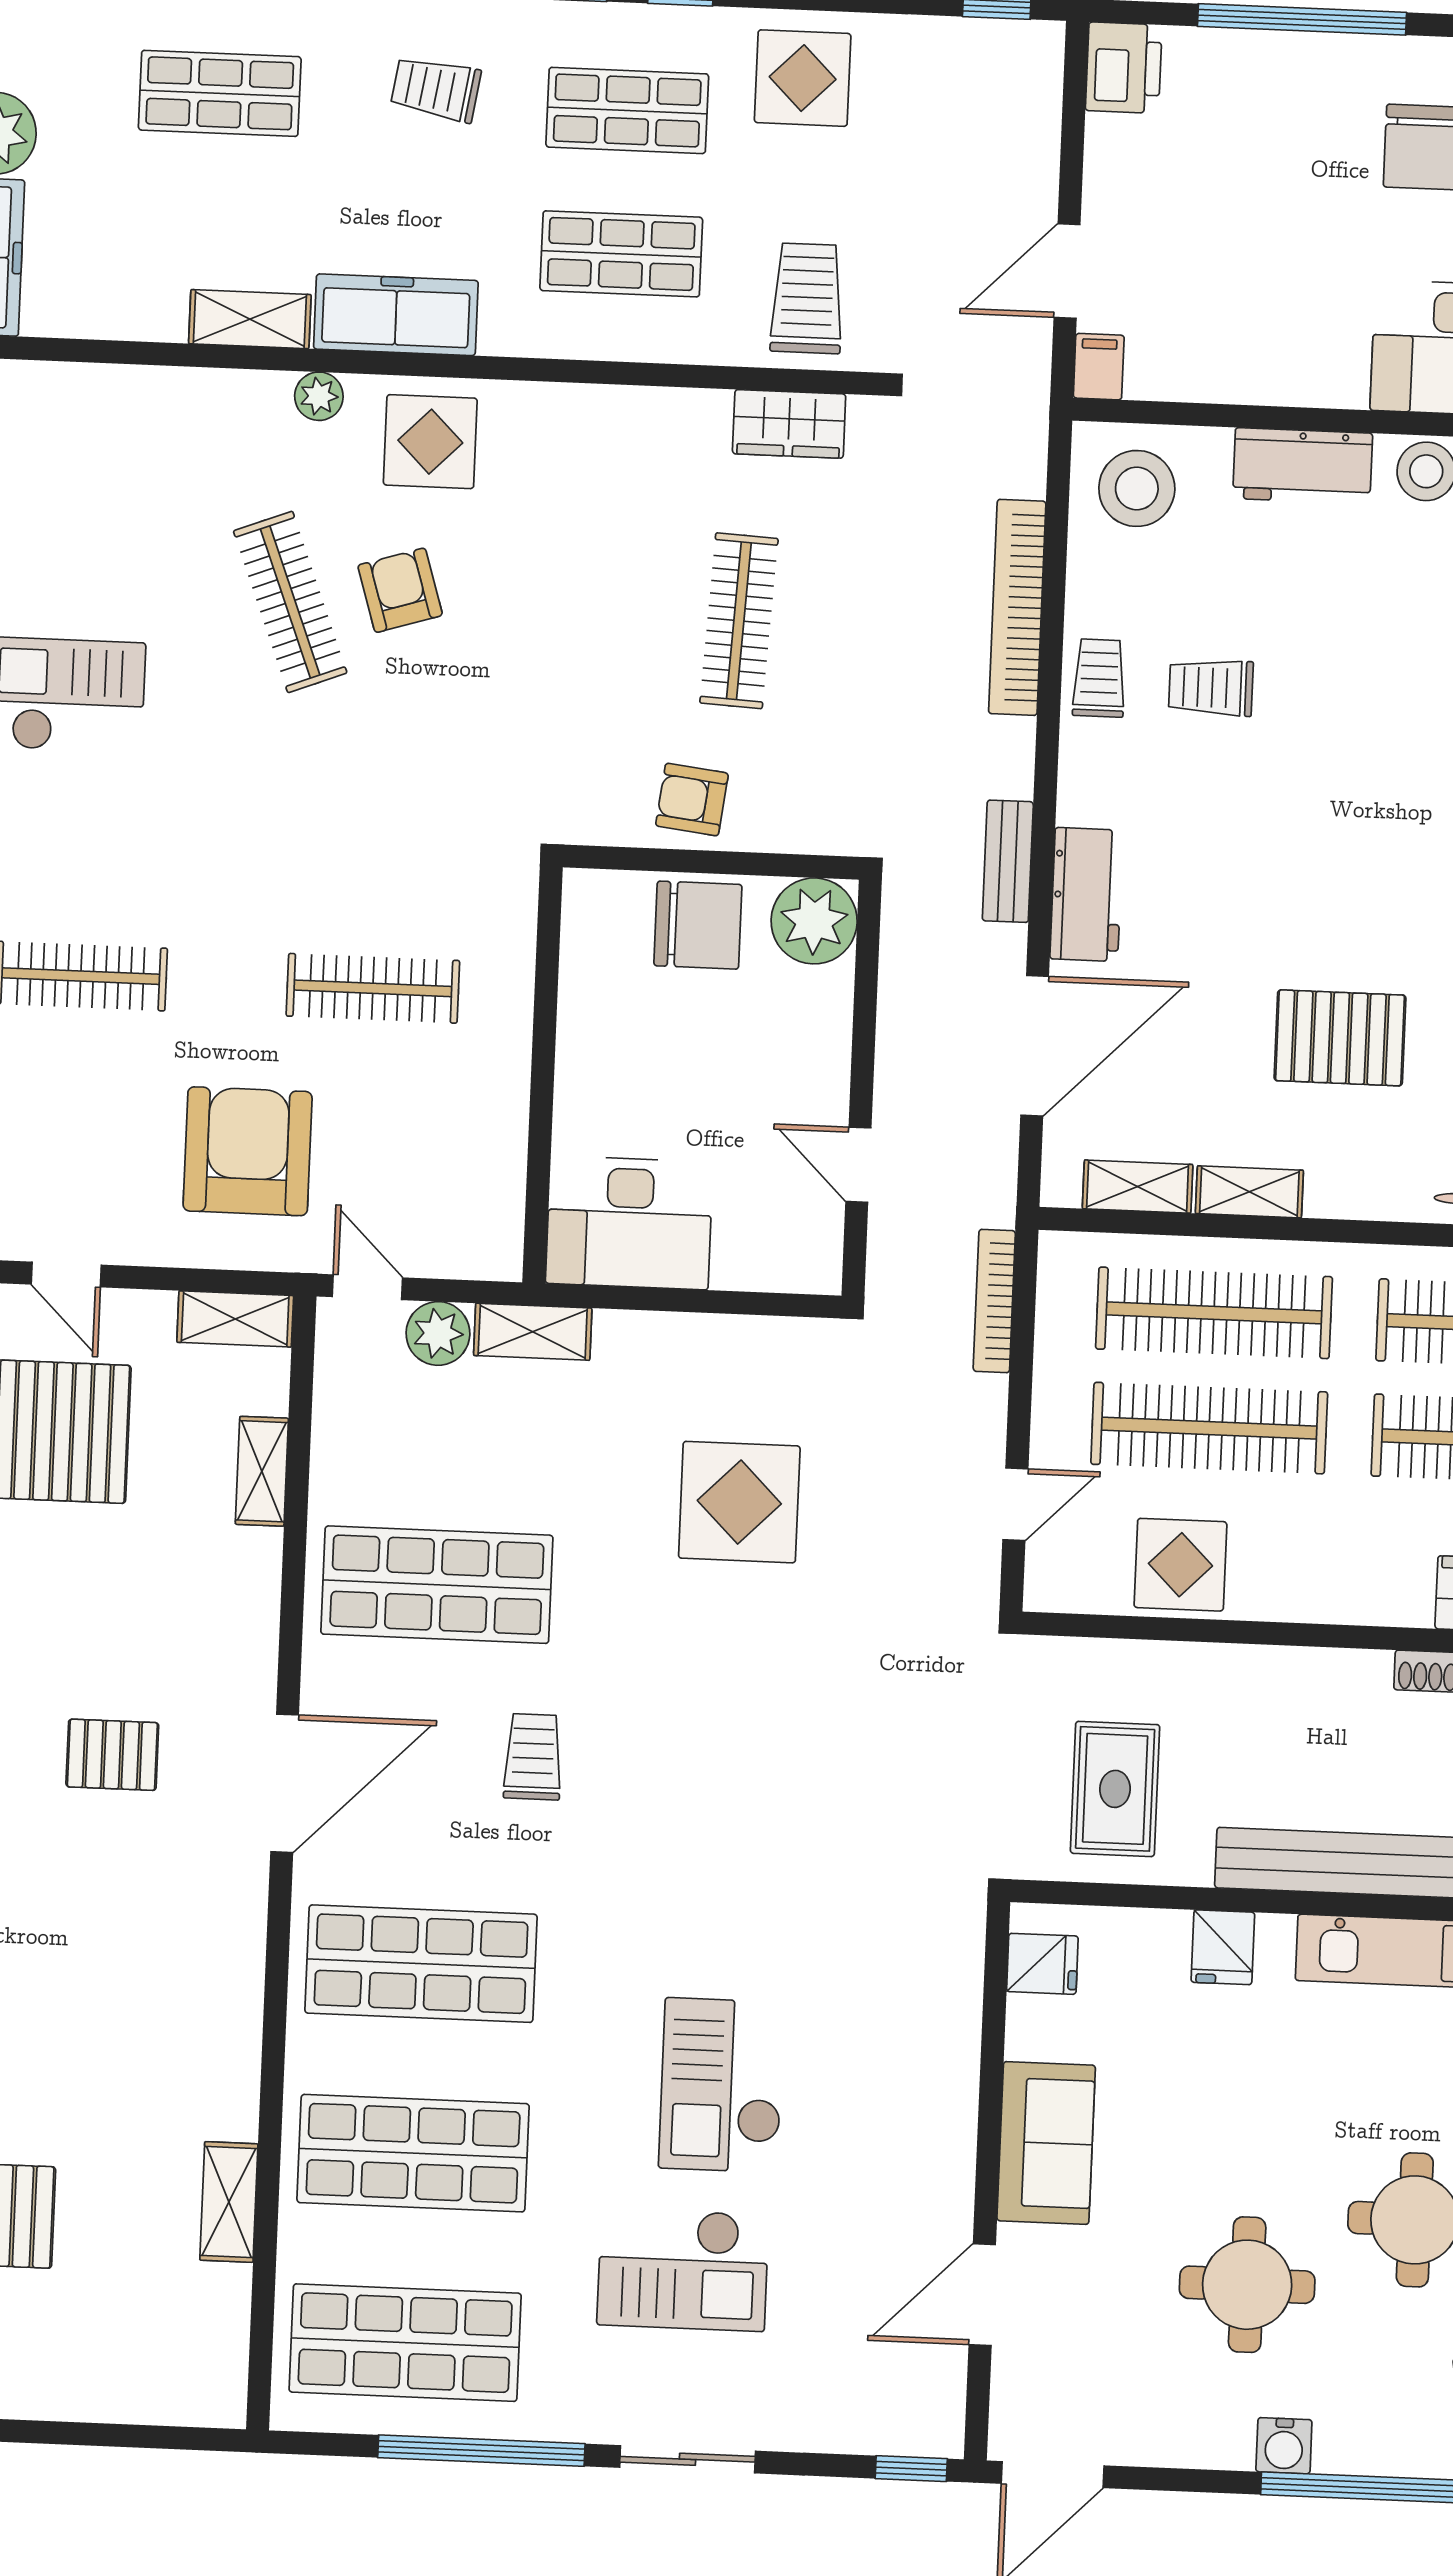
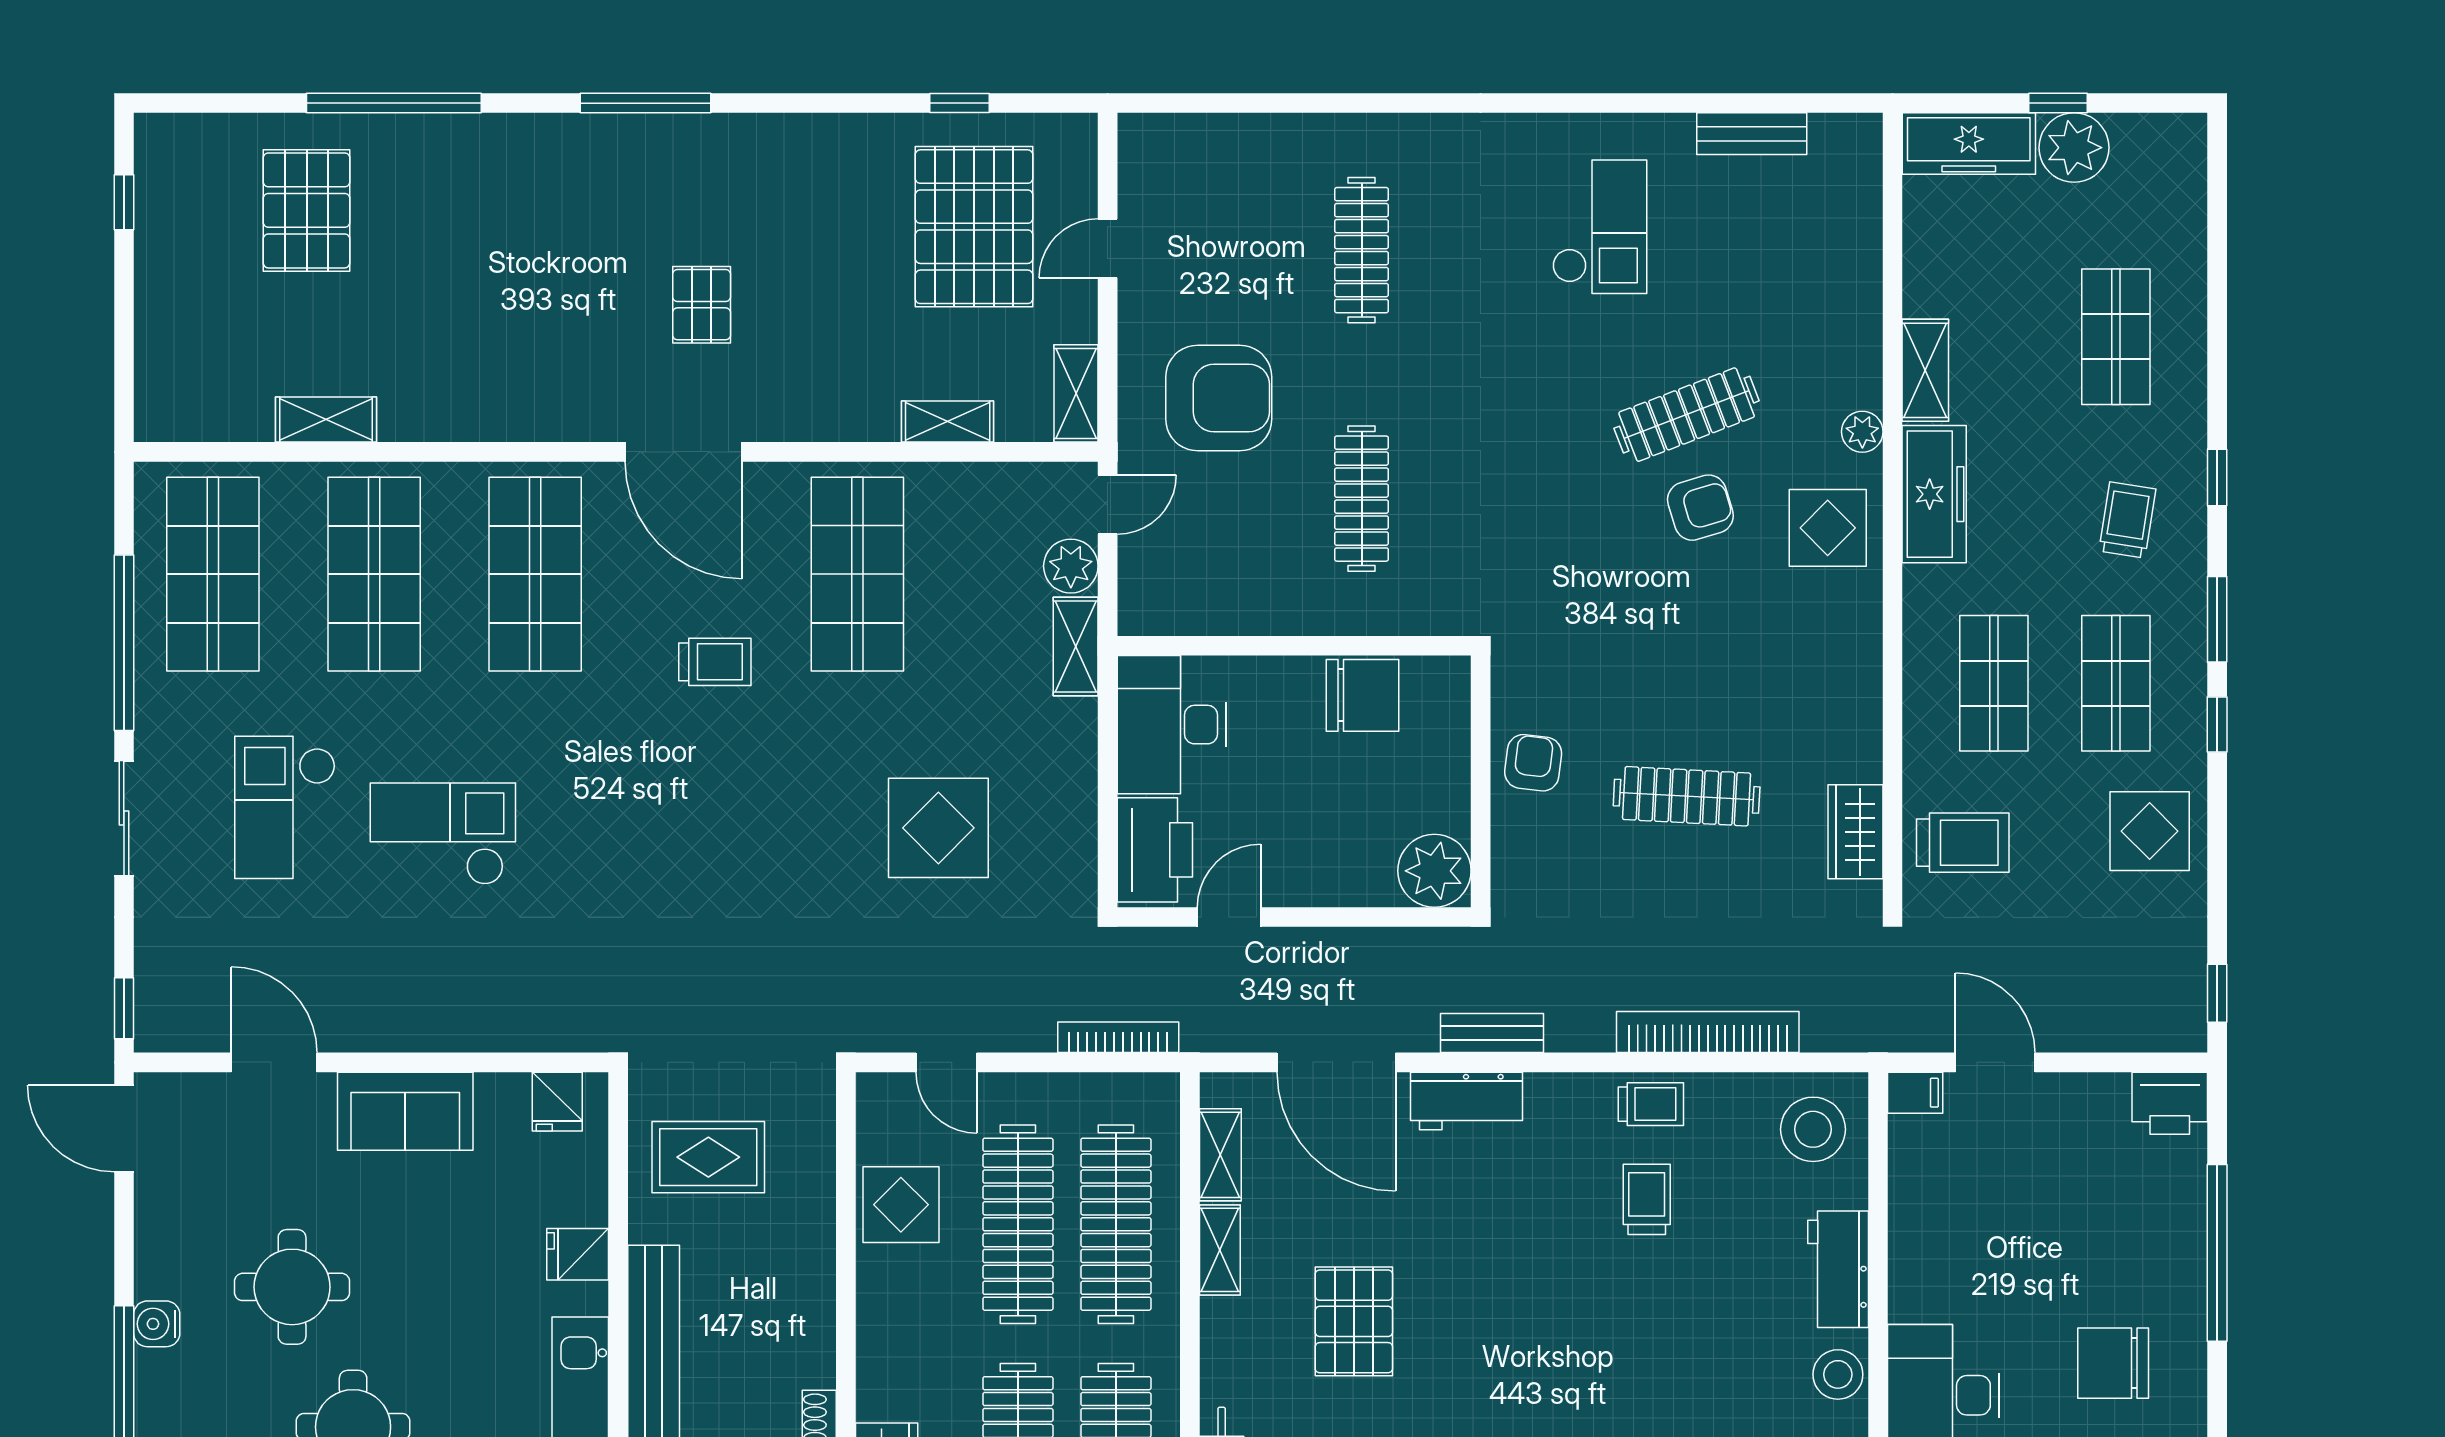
chair: (698, 925) -> (1362, 695), moved, turned -90
printer: (776, 1249) -> (1155, 850), added

